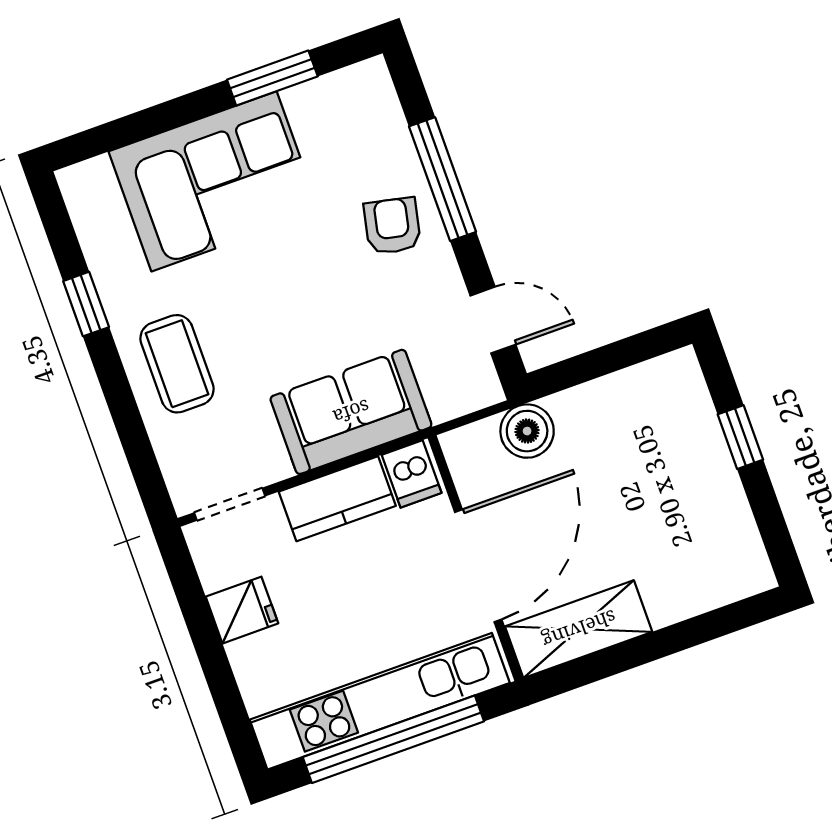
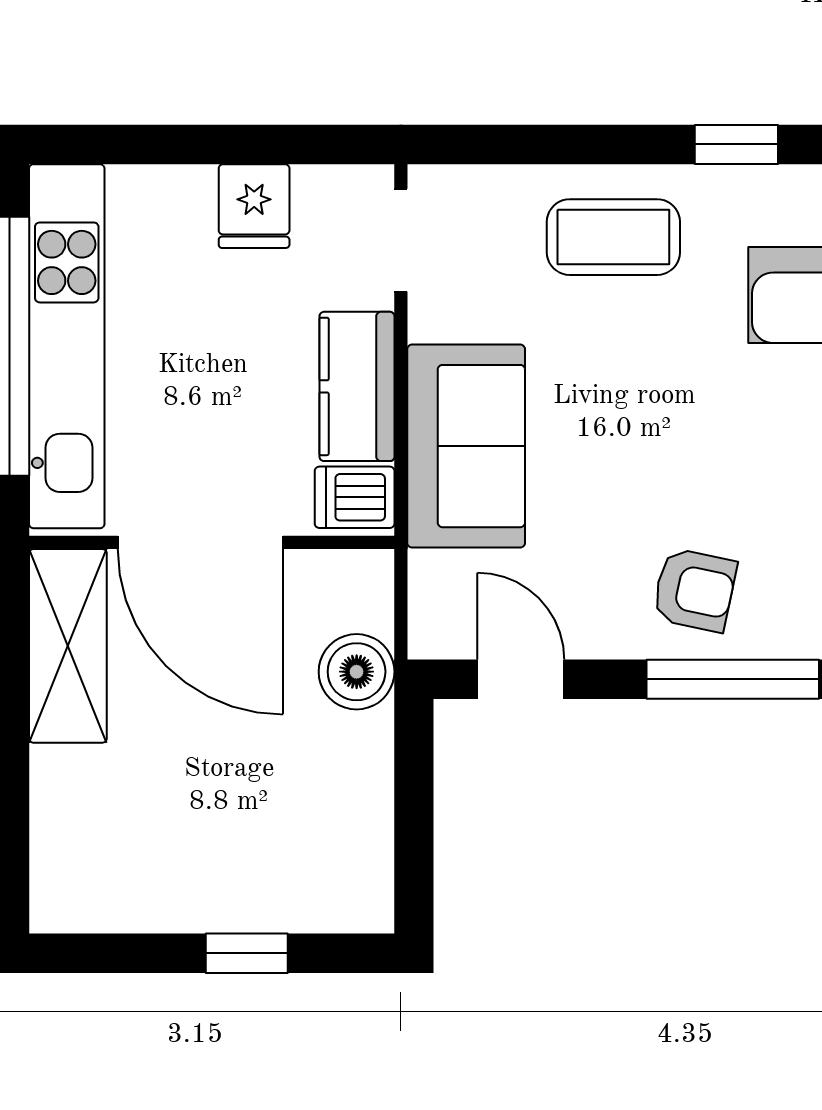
door: (493, 320) -> (521, 679), swing flipped

